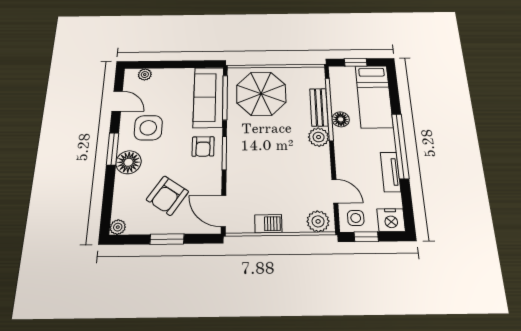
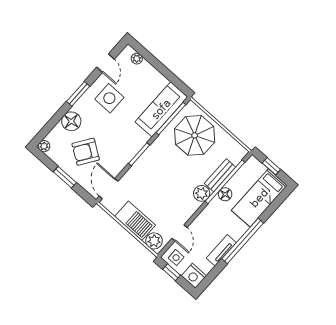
armchair: (203, 146) -> (131, 139), removed
floor lamp: (129, 162) -> (71, 121), moved
barbecue: (268, 224) -> (135, 221), width x1.88, depth x1.53

